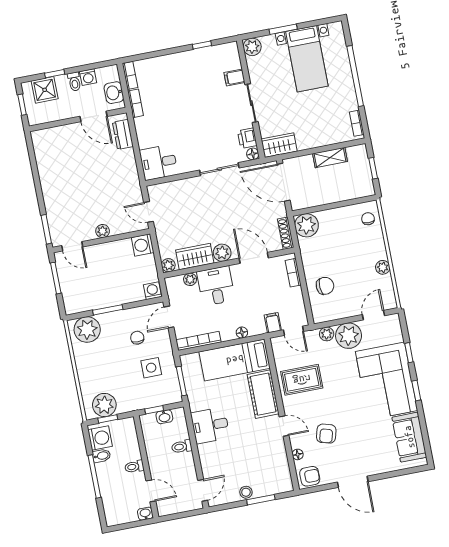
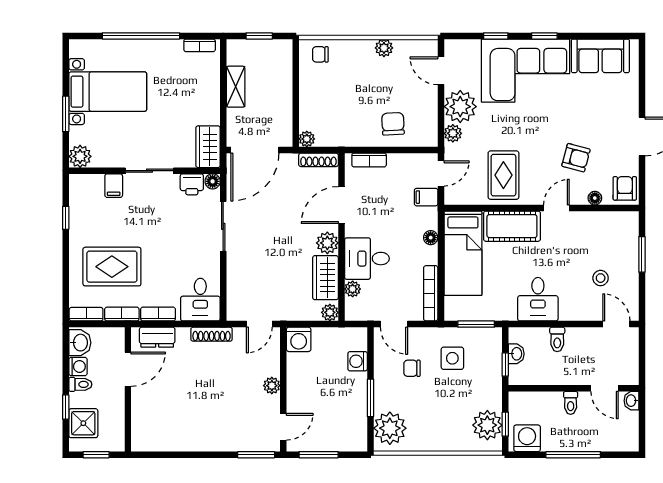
rug: (171, 88) -> (112, 267), added
washbasin: (114, 93) -> (80, 343), moved, turned -90
bookcase: (141, 132) -> (158, 314), added
shoe rack: (133, 176) -> (212, 334), added
plant: (306, 225) -> (307, 139), width x0.53, depth x0.53
washing machine: (153, 291) -> (358, 361), moved
bidet: (102, 456) -> (549, 441), removed
door: (151, 491) -> (605, 388), swing flipped
stool: (246, 492) -> (601, 278), moved

